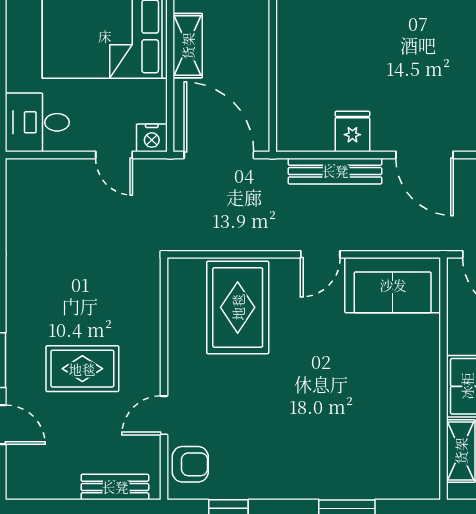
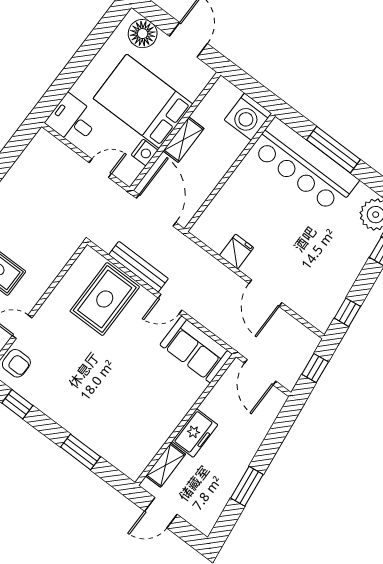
nightstand: (152, 138) -> (145, 153), moved, turned -90
door: (114, 155) -> (100, 168), swing flipped
bench: (335, 171) -> (139, 267), moved

